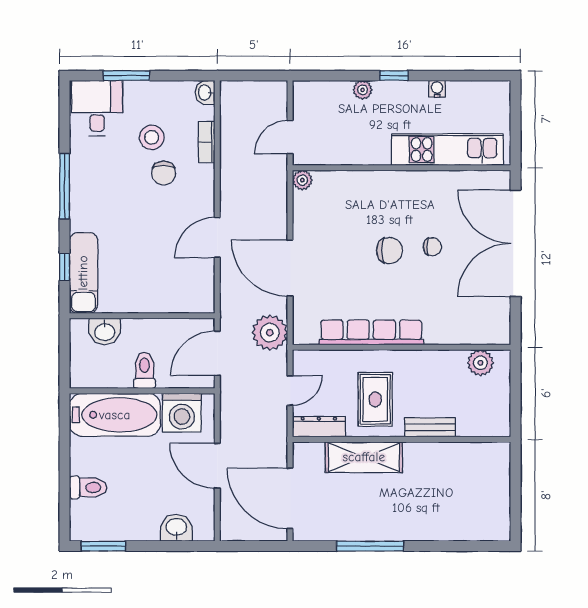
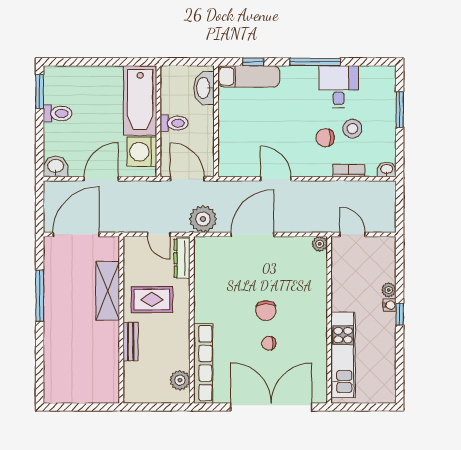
water cooler: (437, 89) -> (390, 305), moved
desk: (97, 108) -> (339, 87), moved, turned -90
chair: (432, 247) -> (269, 343), turned 90
washbasin: (105, 331) -> (204, 88), width x1.38
row of seats: (371, 332) -> (203, 363), moved
dresser: (319, 427) -> (182, 258), moved, turned 180
toilet: (88, 487) -> (58, 113), moved, turned -90
washbasin: (176, 528) -> (56, 167), moved, turned -90

